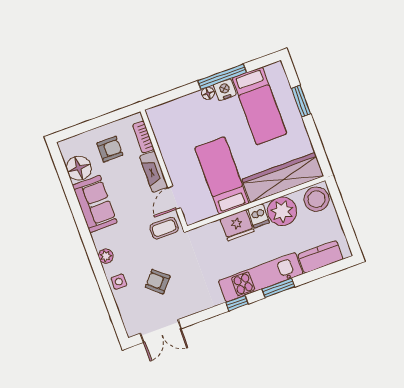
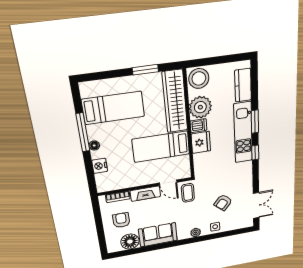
nightstand: (225, 90) -> (100, 166), moved
window: (301, 101) -> (145, 70), moved

